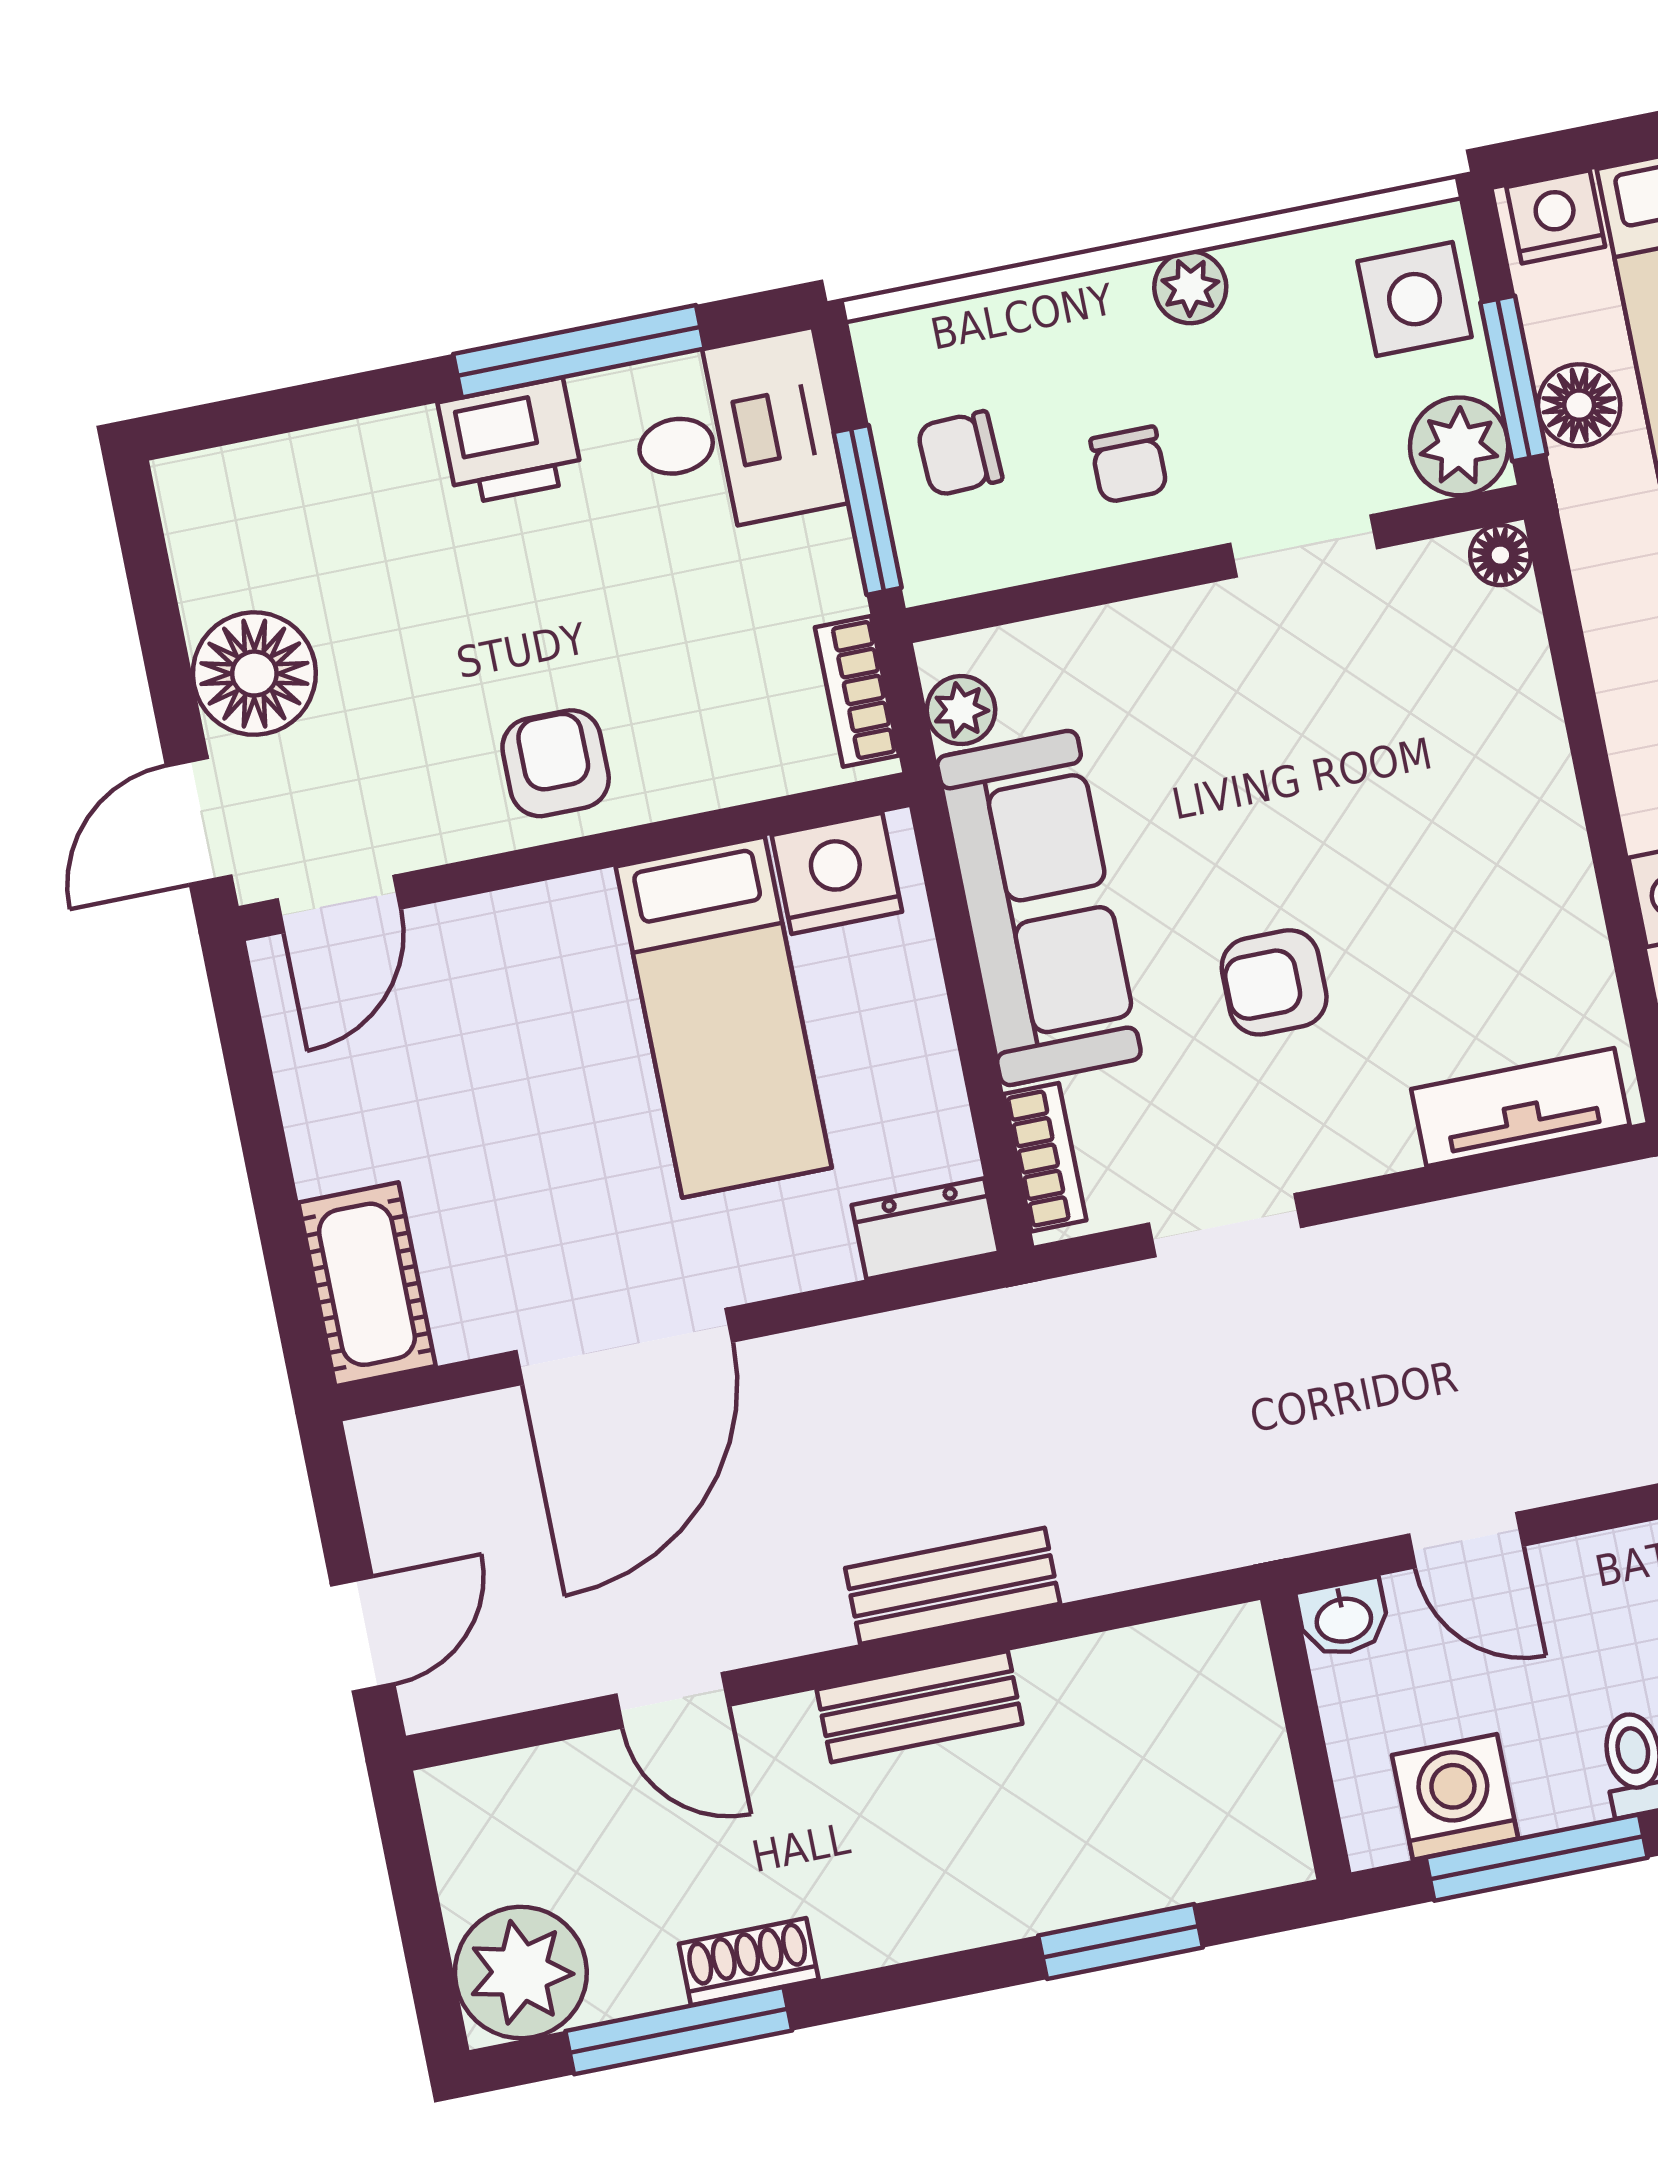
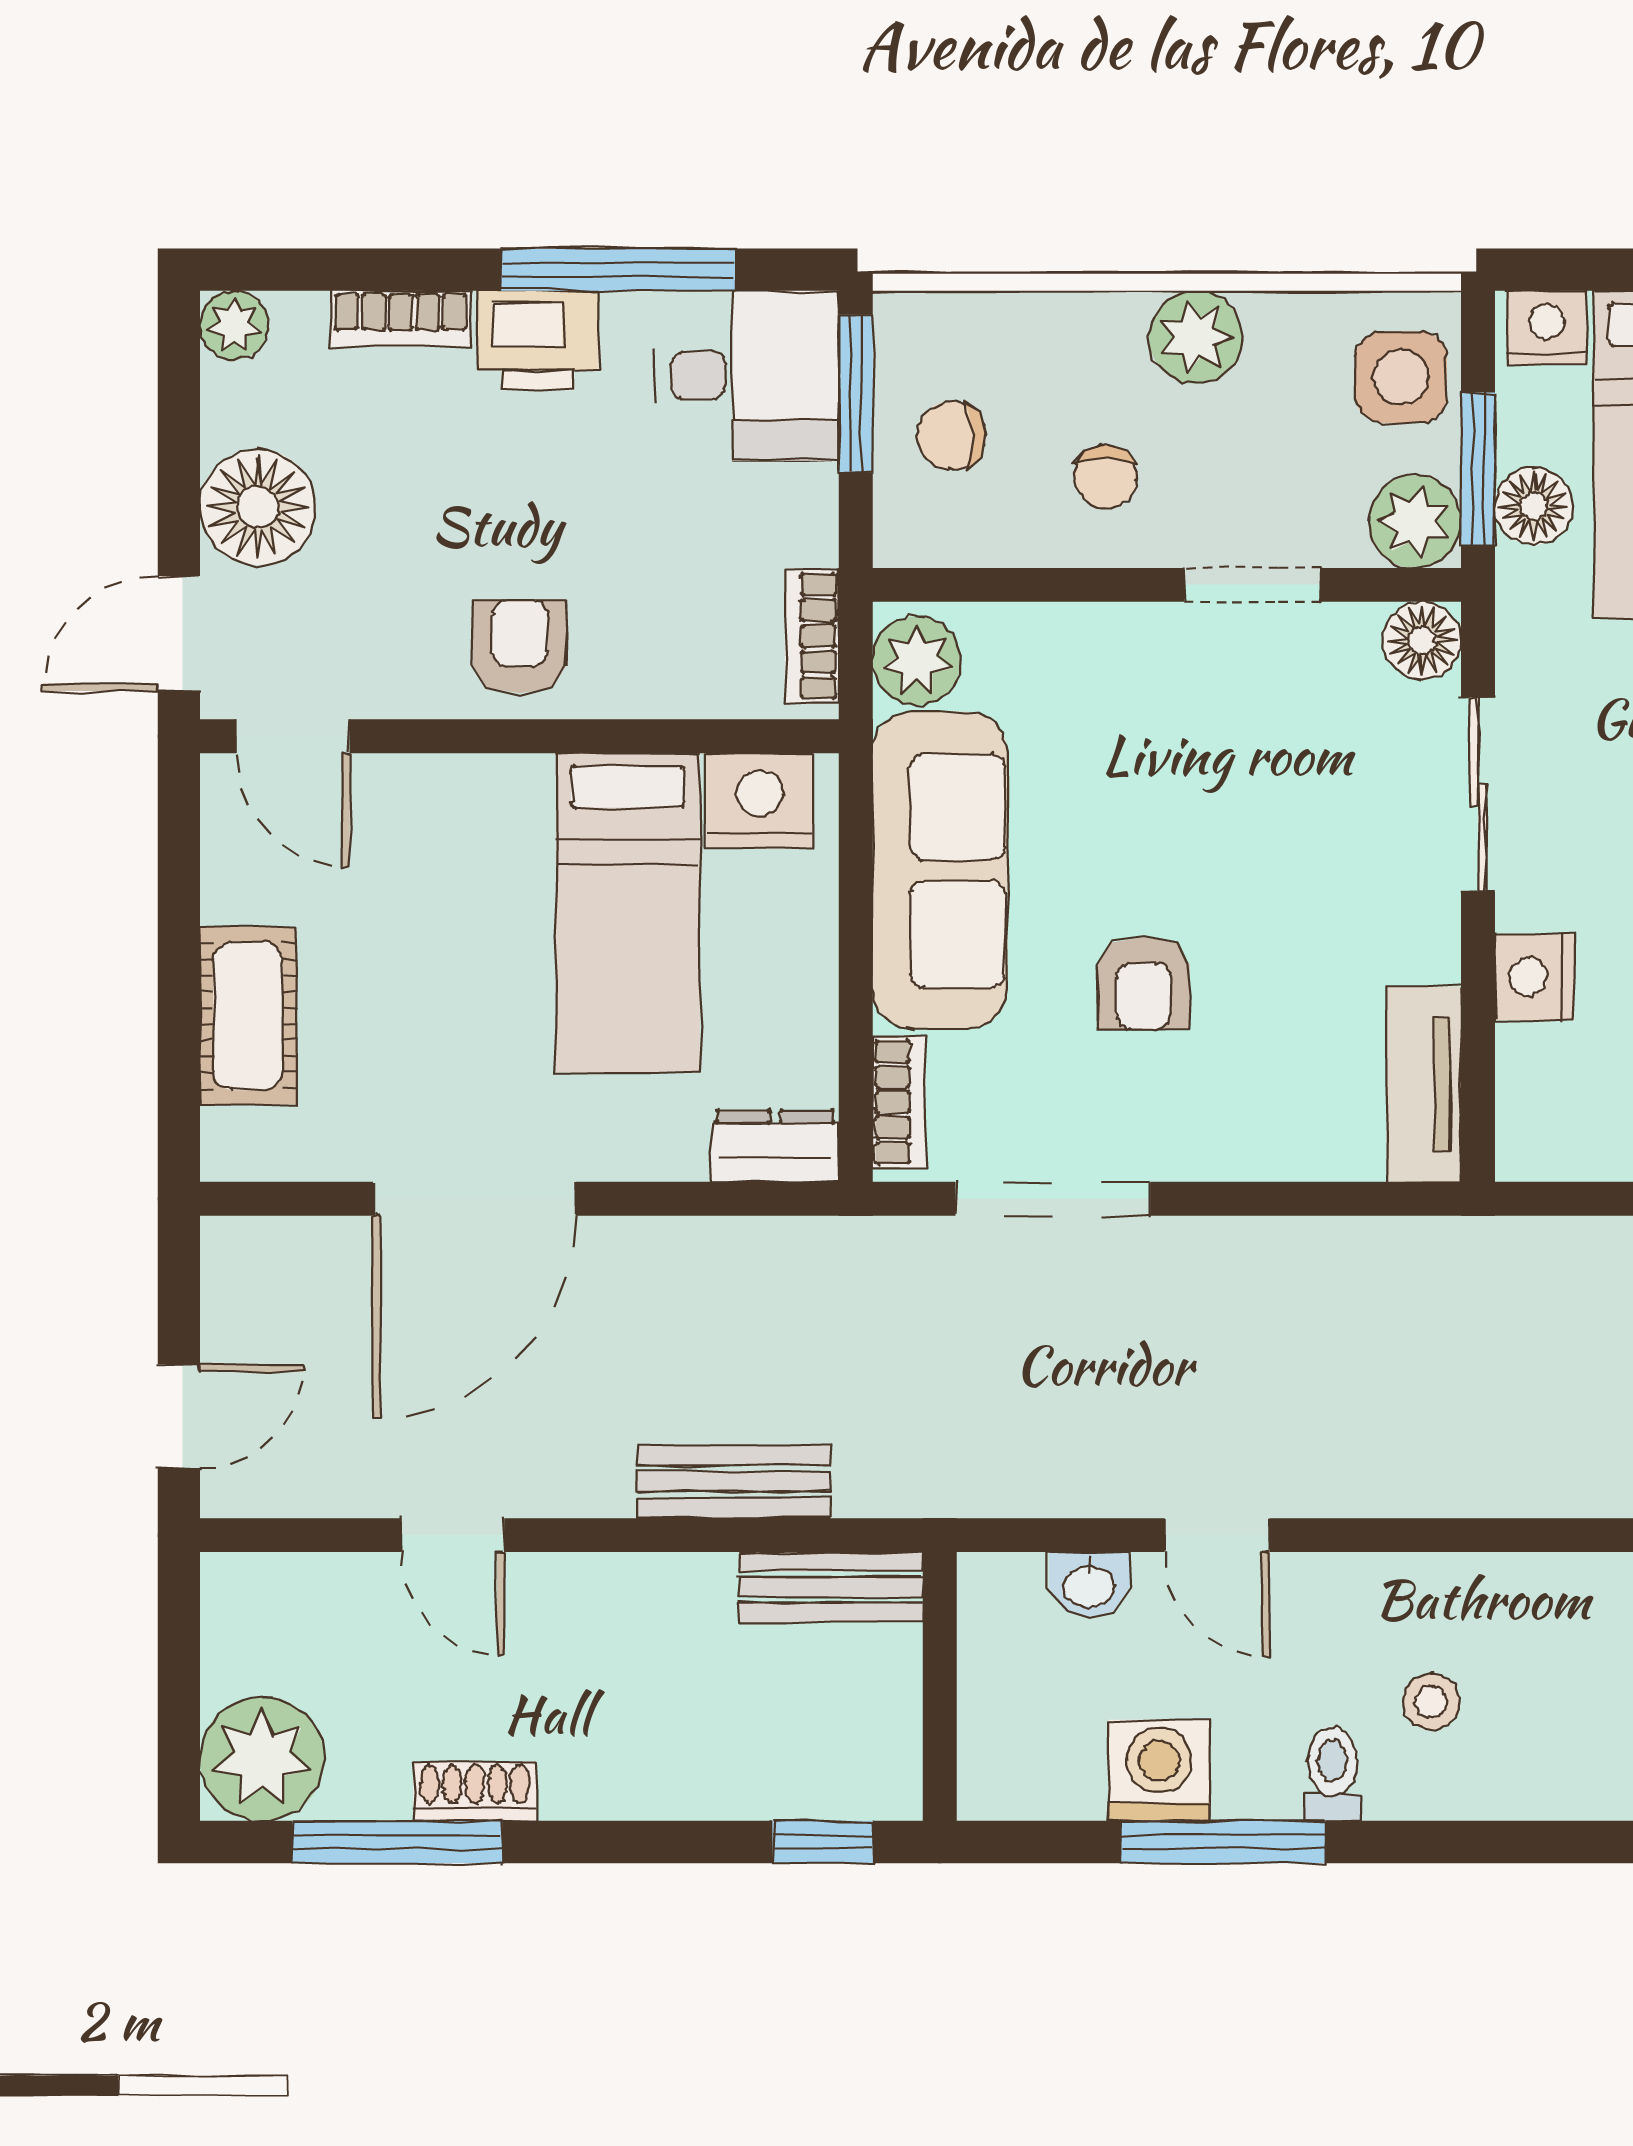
plant: (1190, 287) -> (1196, 337), width x1.38, depth x1.38
bookcase: (364, 448) -> (401, 319), added
plant: (192, 489) -> (234, 325), added
window: (868, 510) -> (856, 393), moved
floor lamp: (1500, 555) -> (1422, 641), width x1.37, depth x1.37
plant: (961, 710) -> (917, 661), width x1.38, depth x1.38
sliding door: (1582, 717) -> (1478, 795), added
door: (339, 904) -> (293, 736), hinge flipped
armchair: (1274, 982) -> (1144, 983), turned -90
tv unit: (1520, 1107) -> (1424, 1084), moved, turned -90
doorway: (1225, 1225) -> (1053, 1199), width x1.38
cot: (367, 1284) -> (248, 1016), moved
bench: (919, 1707) -> (831, 1587), moved
wall: (1306, 1736) -> (940, 1686), moved
window: (1121, 1942) -> (823, 1842), width x0.67

